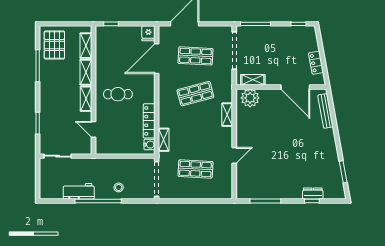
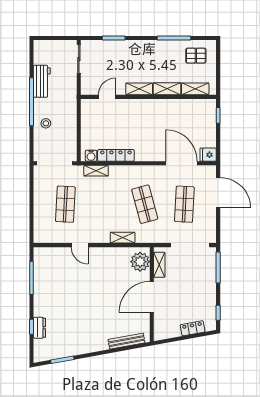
pallet: (54, 45) -> (196, 56), width x0.67, depth x0.71
locker: (316, 63) -> (193, 328), moved
door: (295, 87) -> (152, 297), moved
cafe table: (118, 94) -> (144, 123), removed

